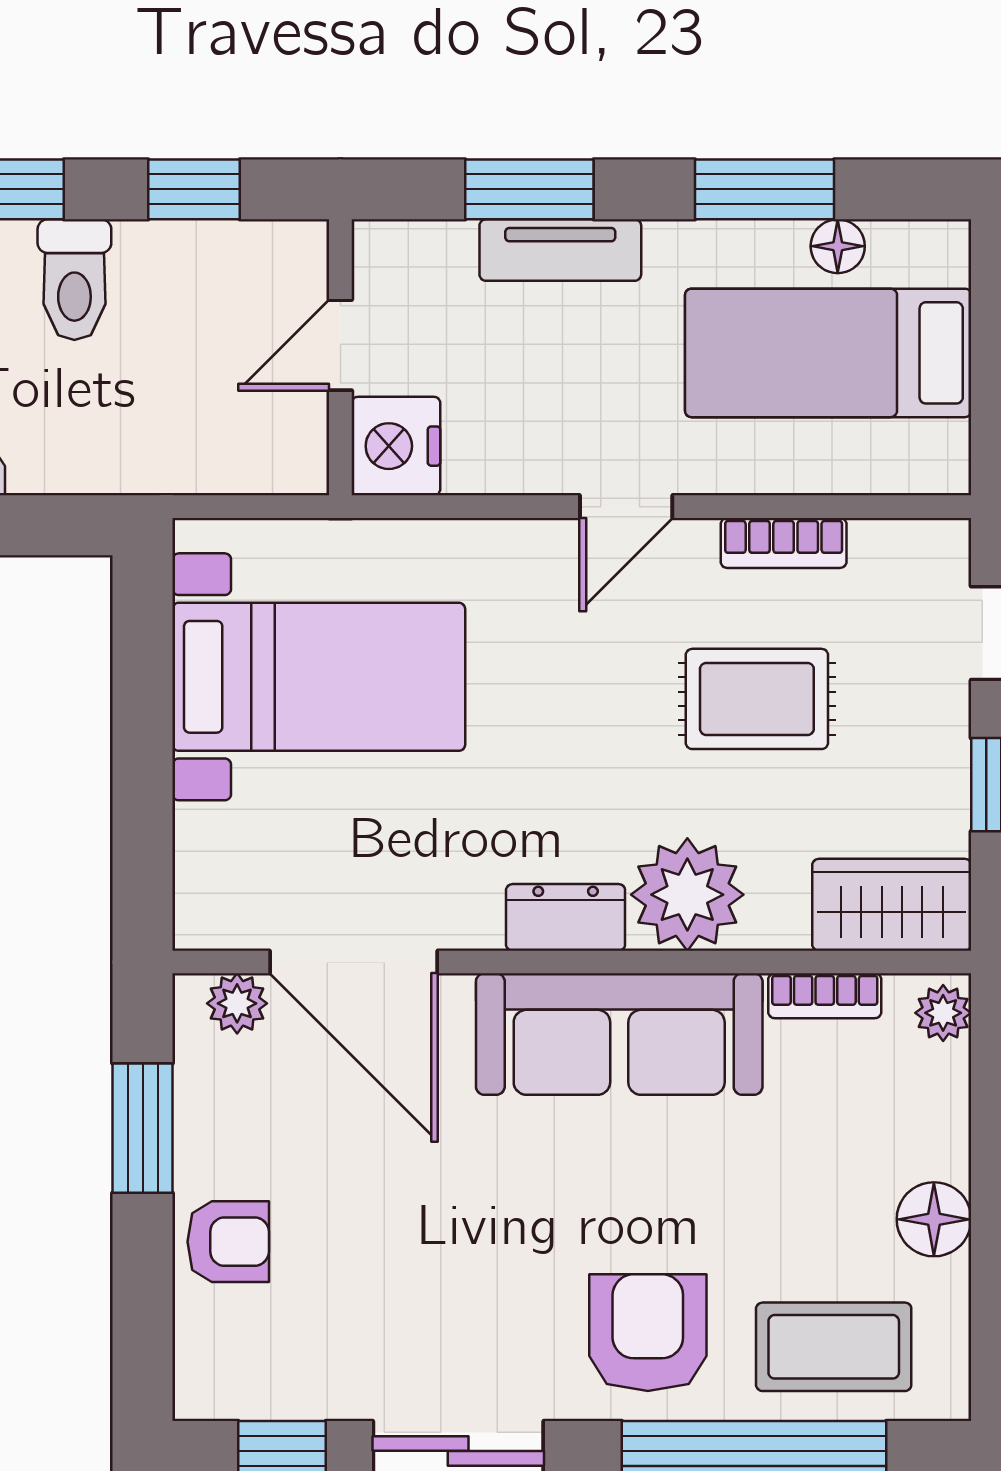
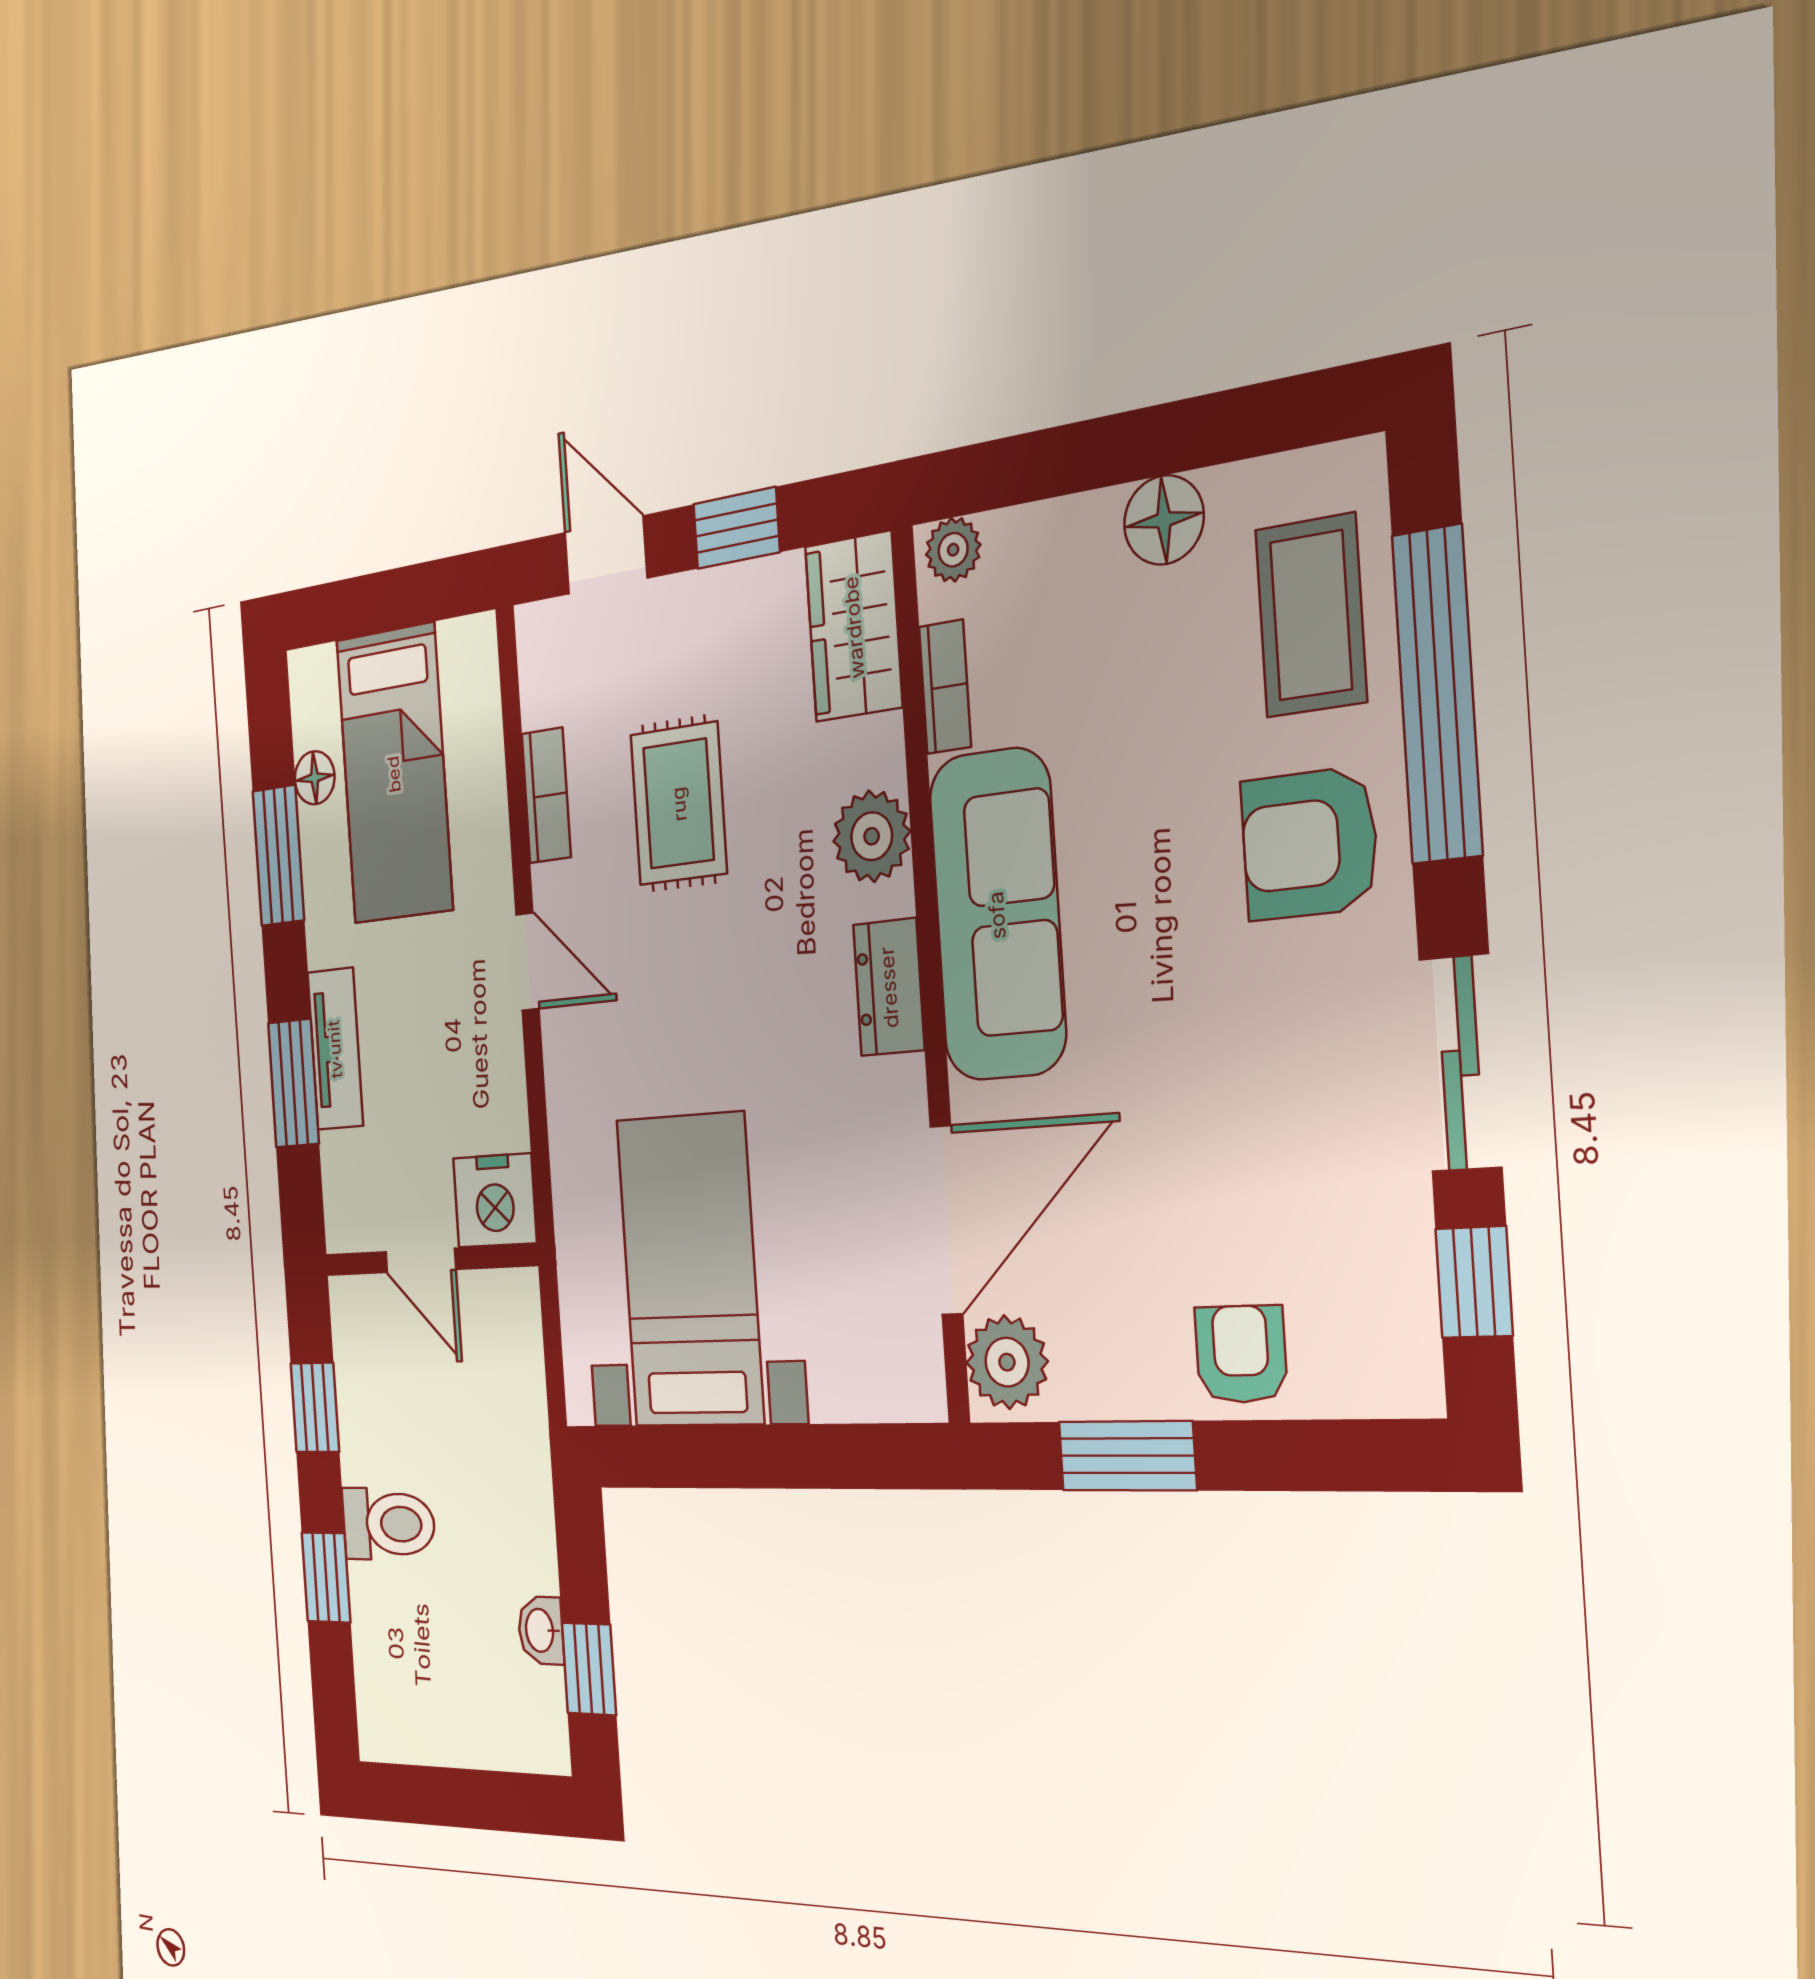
plant: (687, 895) -> (872, 836), width x0.73, depth x0.73
plant: (237, 1003) -> (1007, 1362), width x1.38, depth x1.38

